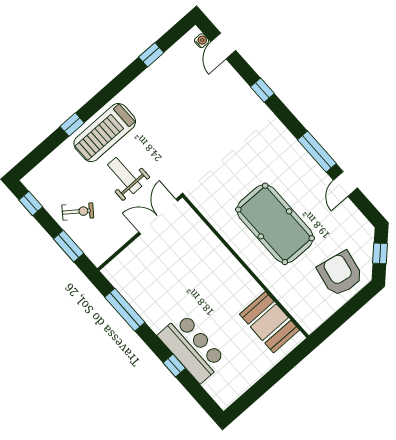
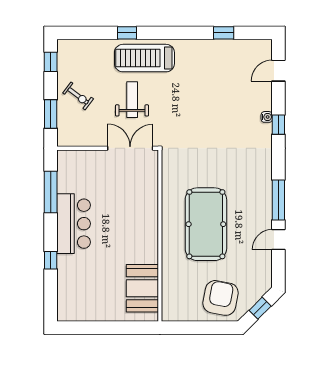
water cooler: (202, 41) -> (267, 117), moved
bar counter: (192, 348) -> (74, 224), moved

